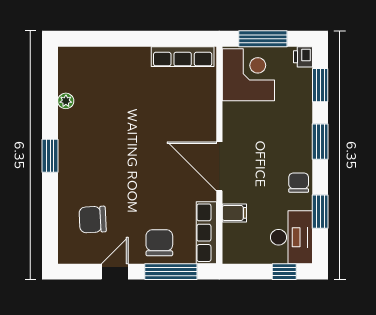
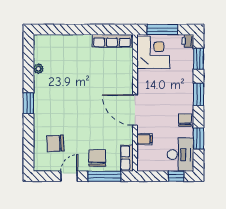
row of seats: (206, 233) -> (127, 158), width x0.68

